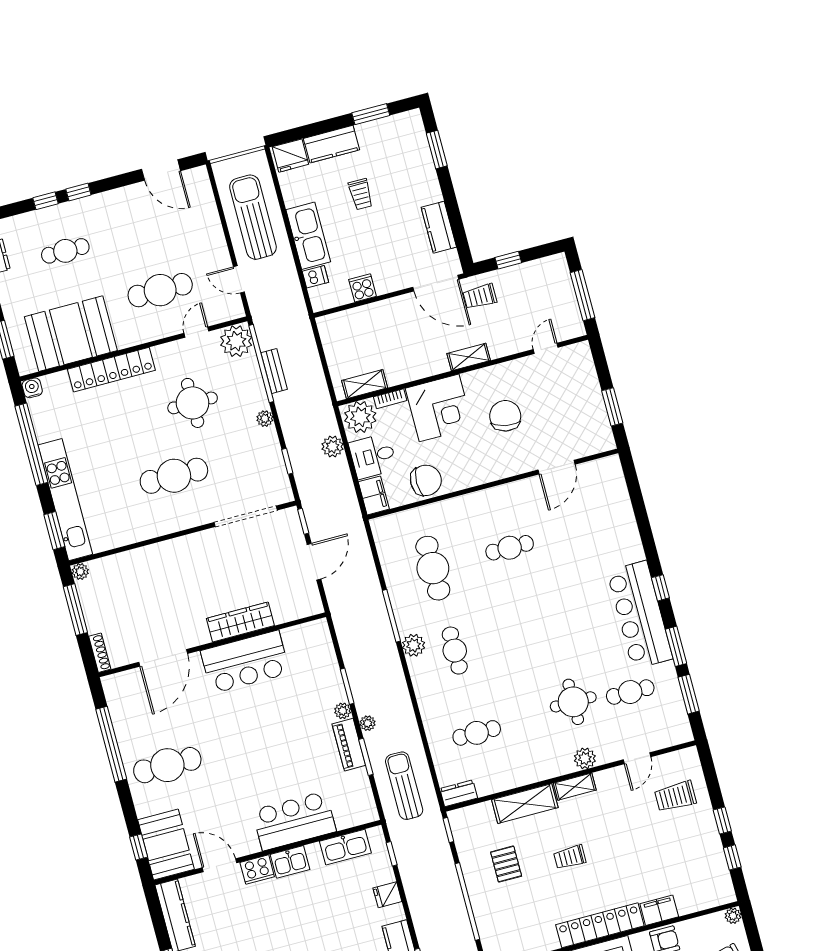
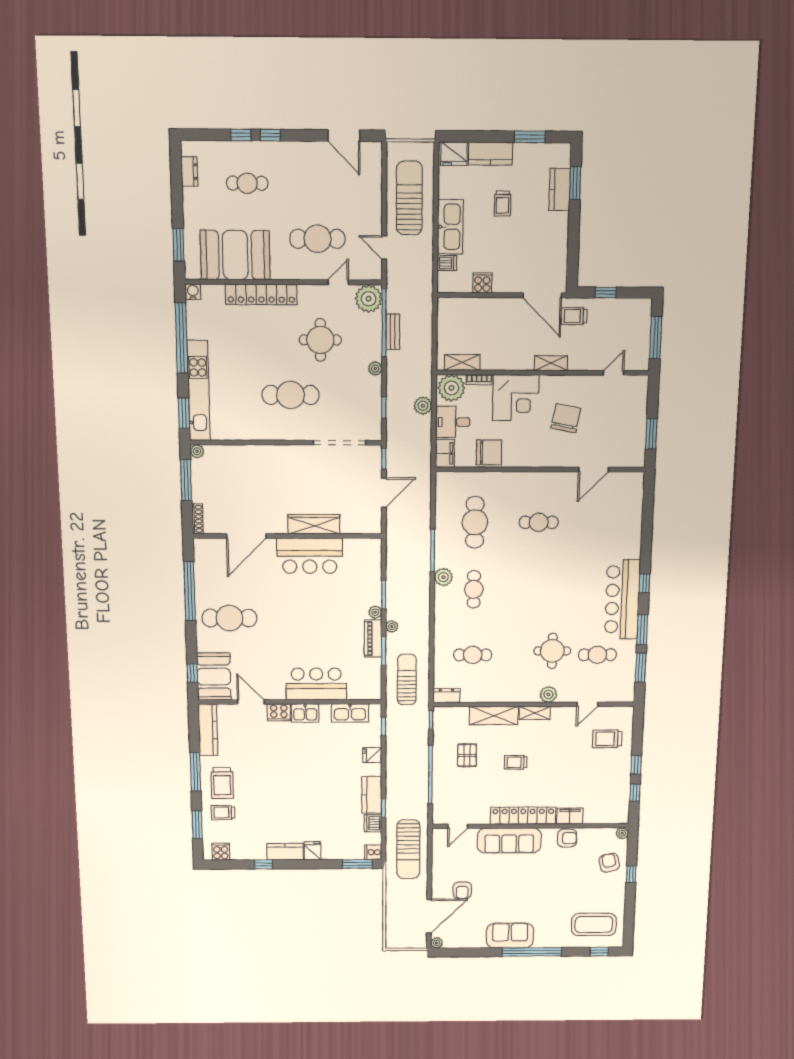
kitchen counter: (439, 227) -> (560, 190), moved

